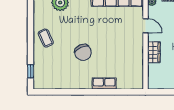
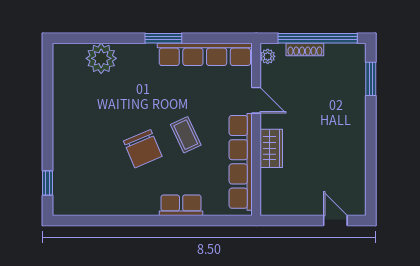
coffee table: (46, 38) -> (186, 135), moved
row of seats: (137, 60) -> (241, 162), added

